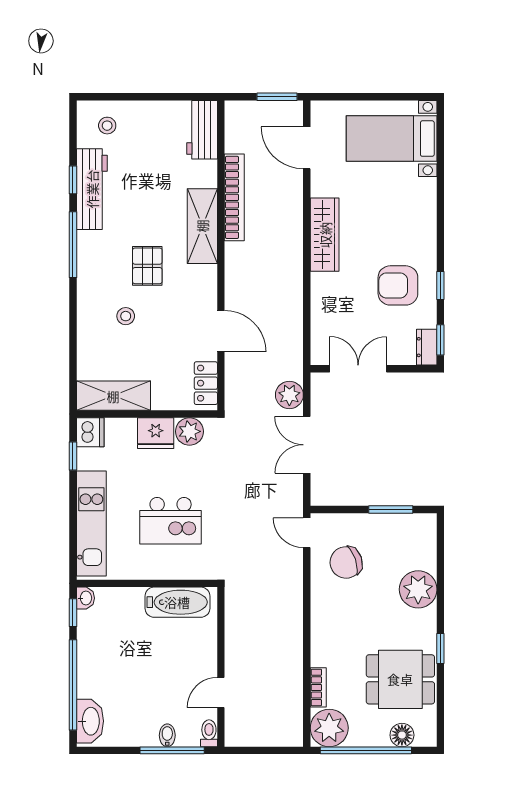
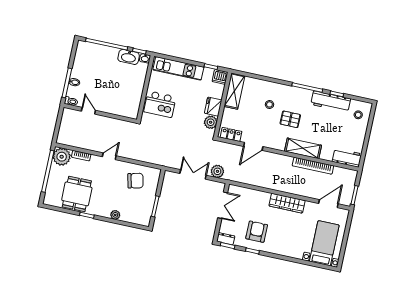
kitchen island: (171, 521) -> (160, 104), moved, turned -90
door: (307, 533) -> (109, 156), moved
chair: (346, 562) -> (135, 181), turned 96
plant: (418, 589) -> (115, 215), width x0.53, depth x0.53
bathtub: (177, 602) -> (134, 100), removed
washbasin: (90, 721) -> (129, 57), moved
floor lamp: (402, 735) -> (51, 189), removed

